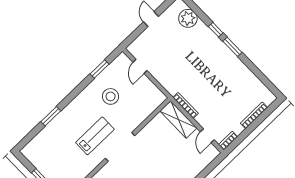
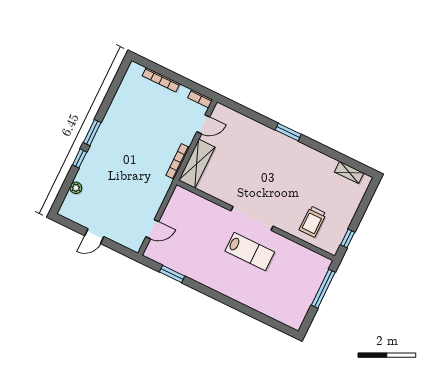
plant: (188, 18) -> (76, 188), width x0.53, depth x0.53
stool: (111, 96) -> (199, 250), removed
window: (51, 116) -> (246, 310), removed
lab bench: (95, 136) -> (250, 252), turned 180

